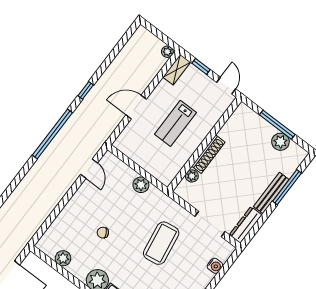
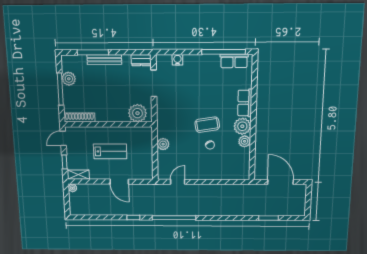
shoe rack: (208, 154) -> (79, 118), moved
plant: (192, 176) -> (137, 113), width x1.88, depth x1.88
dresser: (246, 225) -> (141, 60), width x0.70
coffee table: (161, 243) -> (207, 125), moved, width x0.73, depth x0.76
plant: (63, 258) -> (245, 141), moved

